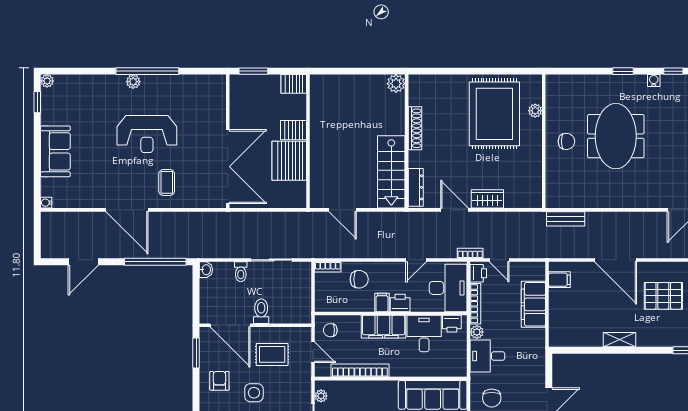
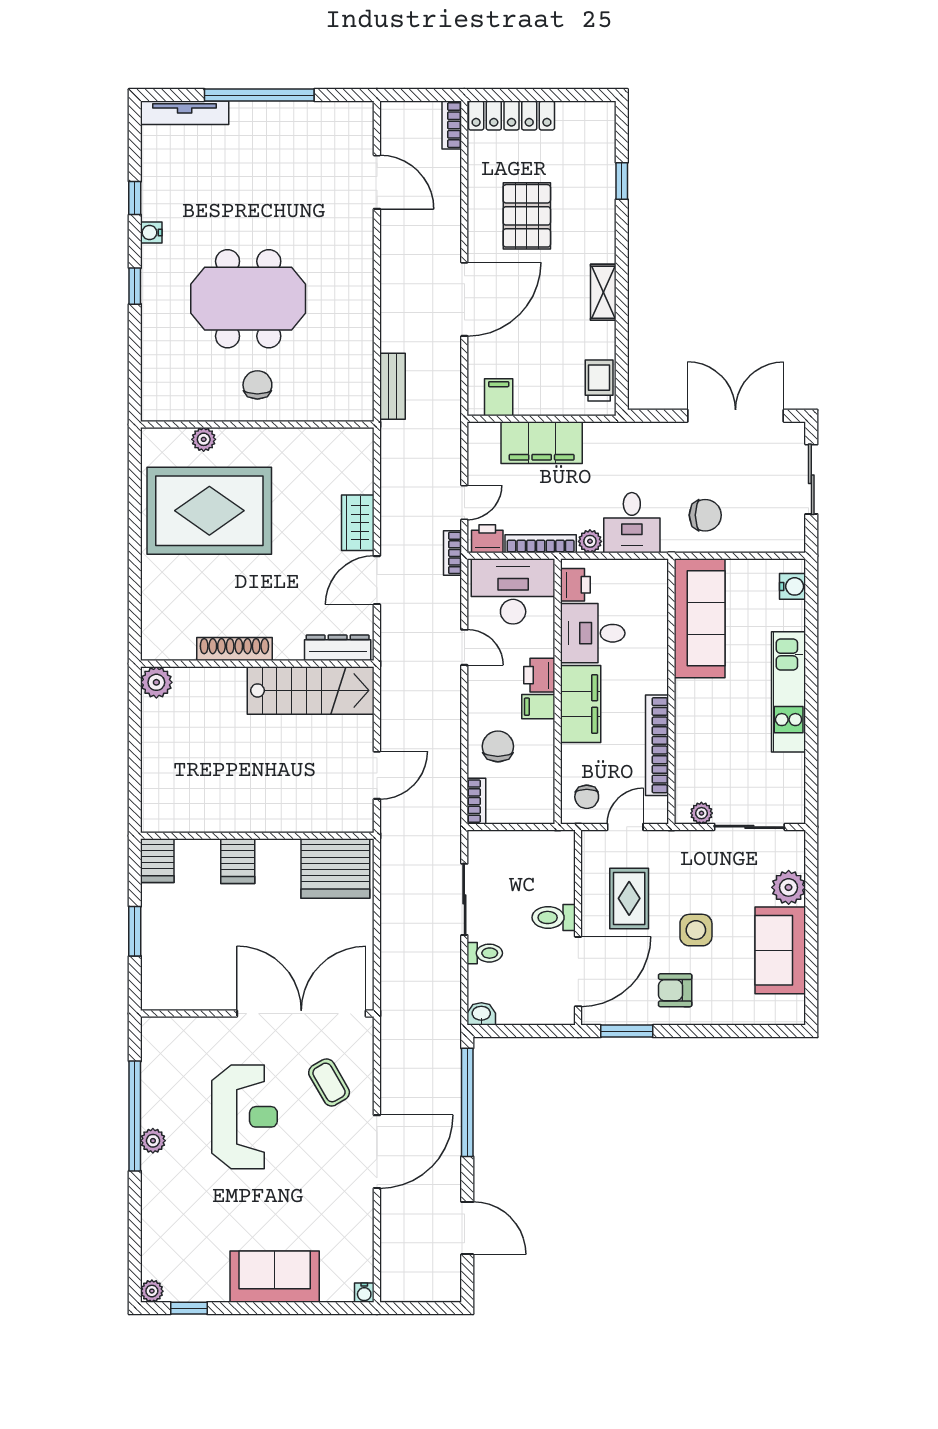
wall: (228, 141) -> (257, 1014), moved
server rack: (289, 161) -> (335, 869), moved
double door: (228, 167) -> (301, 1014), moved
coffee table: (167, 182) -> (329, 1082), turned 60
trolley: (569, 337) -> (599, 381), added

